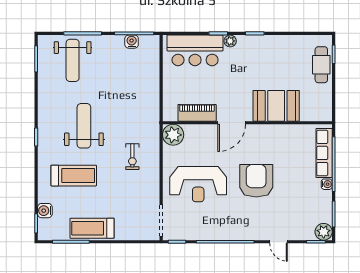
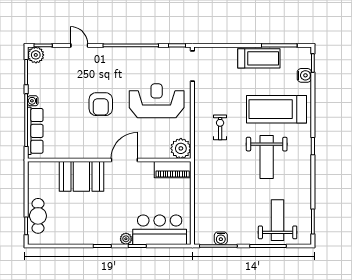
piano: (197, 113) -> (173, 170), moved
treadmill: (74, 176) -> (277, 109), width x1.37, depth x1.38
armchair: (256, 181) -> (101, 104), width x0.73, depth x0.73

